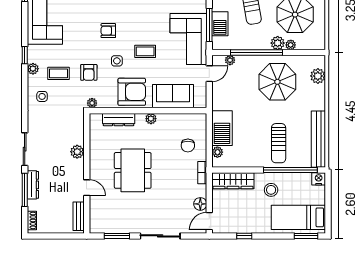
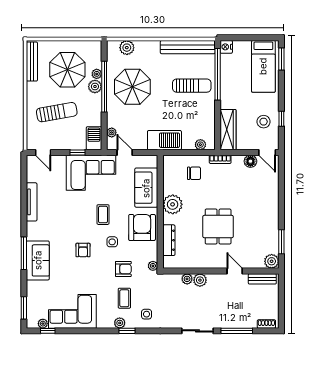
barbecue: (220, 24) -> (94, 138), moved, turned -90
window: (209, 25) -> (78, 152), width x0.46
window: (257, 53) -> (104, 87), moved
window: (25, 55) -> (127, 331), moved
plant: (151, 119) -> (173, 204), width x1.87, depth x1.87
barbecue: (222, 128) -> (164, 140), moved
plant: (78, 138) -> (187, 279), added
dining table: (133, 170) -> (218, 227), width x0.73
dresser: (33, 185) -> (232, 323), removed
door: (87, 188) -> (235, 271), hinge flipped
stool: (271, 190) -> (264, 122), moved
plant: (97, 226) -> (272, 261), added
sliding door: (160, 236) -> (281, 200), removed

